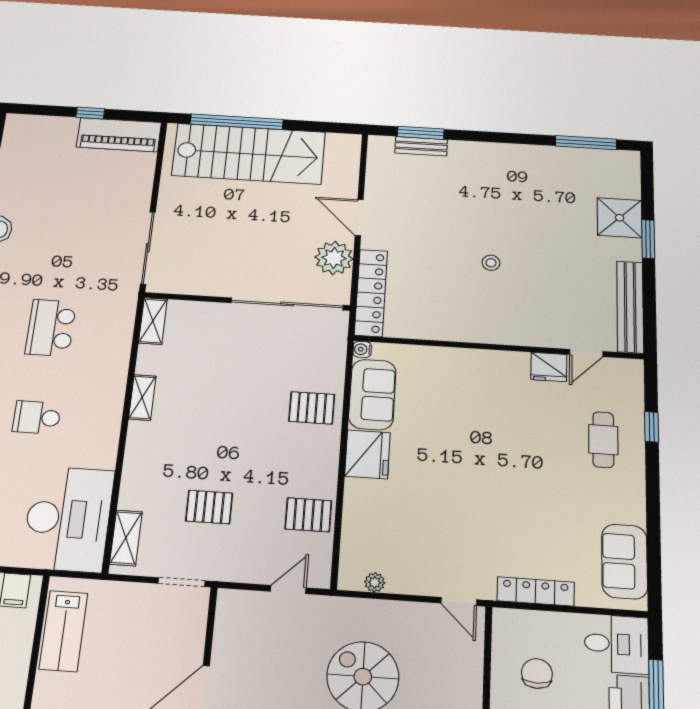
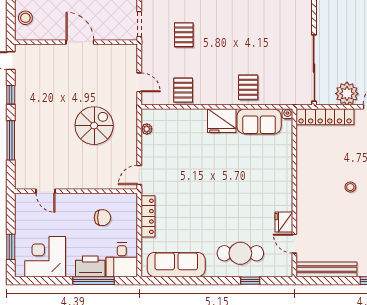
cafe table: (603, 440) -> (240, 253), width x1.37, depth x1.35
sofa: (625, 561) -> (176, 265), width x1.36

